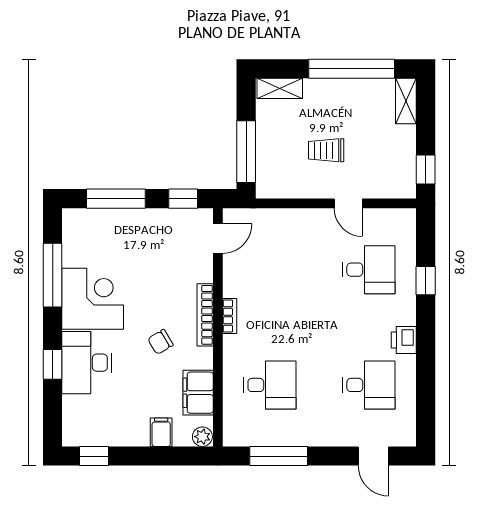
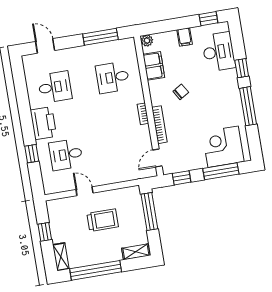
trolley: (326, 150) -> (103, 220), width x1.36, depth x1.39
window: (426, 169) -> (45, 232), moved
window: (53, 275) -> (248, 106), moved
corner desk: (93, 299) -> (223, 147), moved, turned 90
bookcase: (205, 315) -> (159, 125), moved
printer: (404, 340) -> (43, 123), width x1.87, depth x1.48
desk: (87, 363) -> (218, 52), moved
desk: (369, 385) -> (55, 87), turned 180
filing cabinet: (161, 432) -> (185, 37), moved

